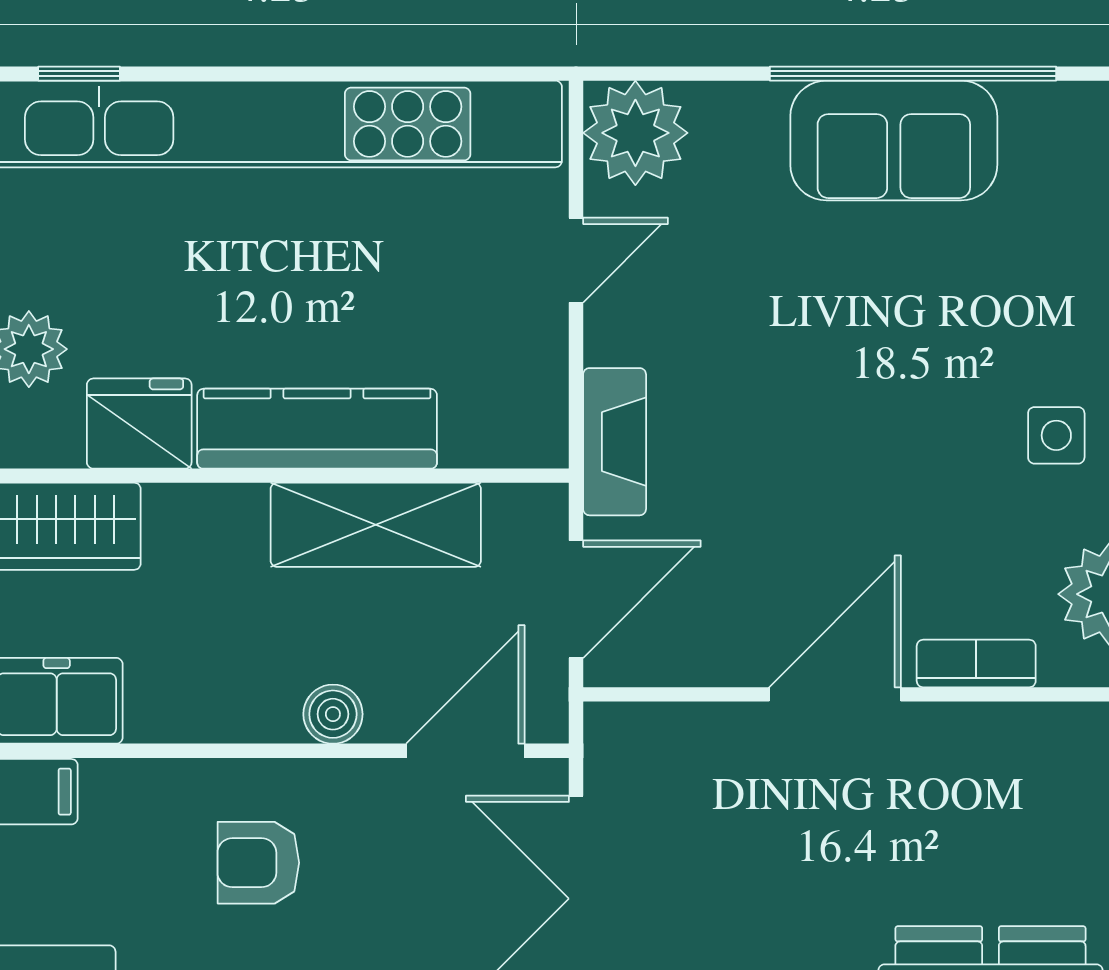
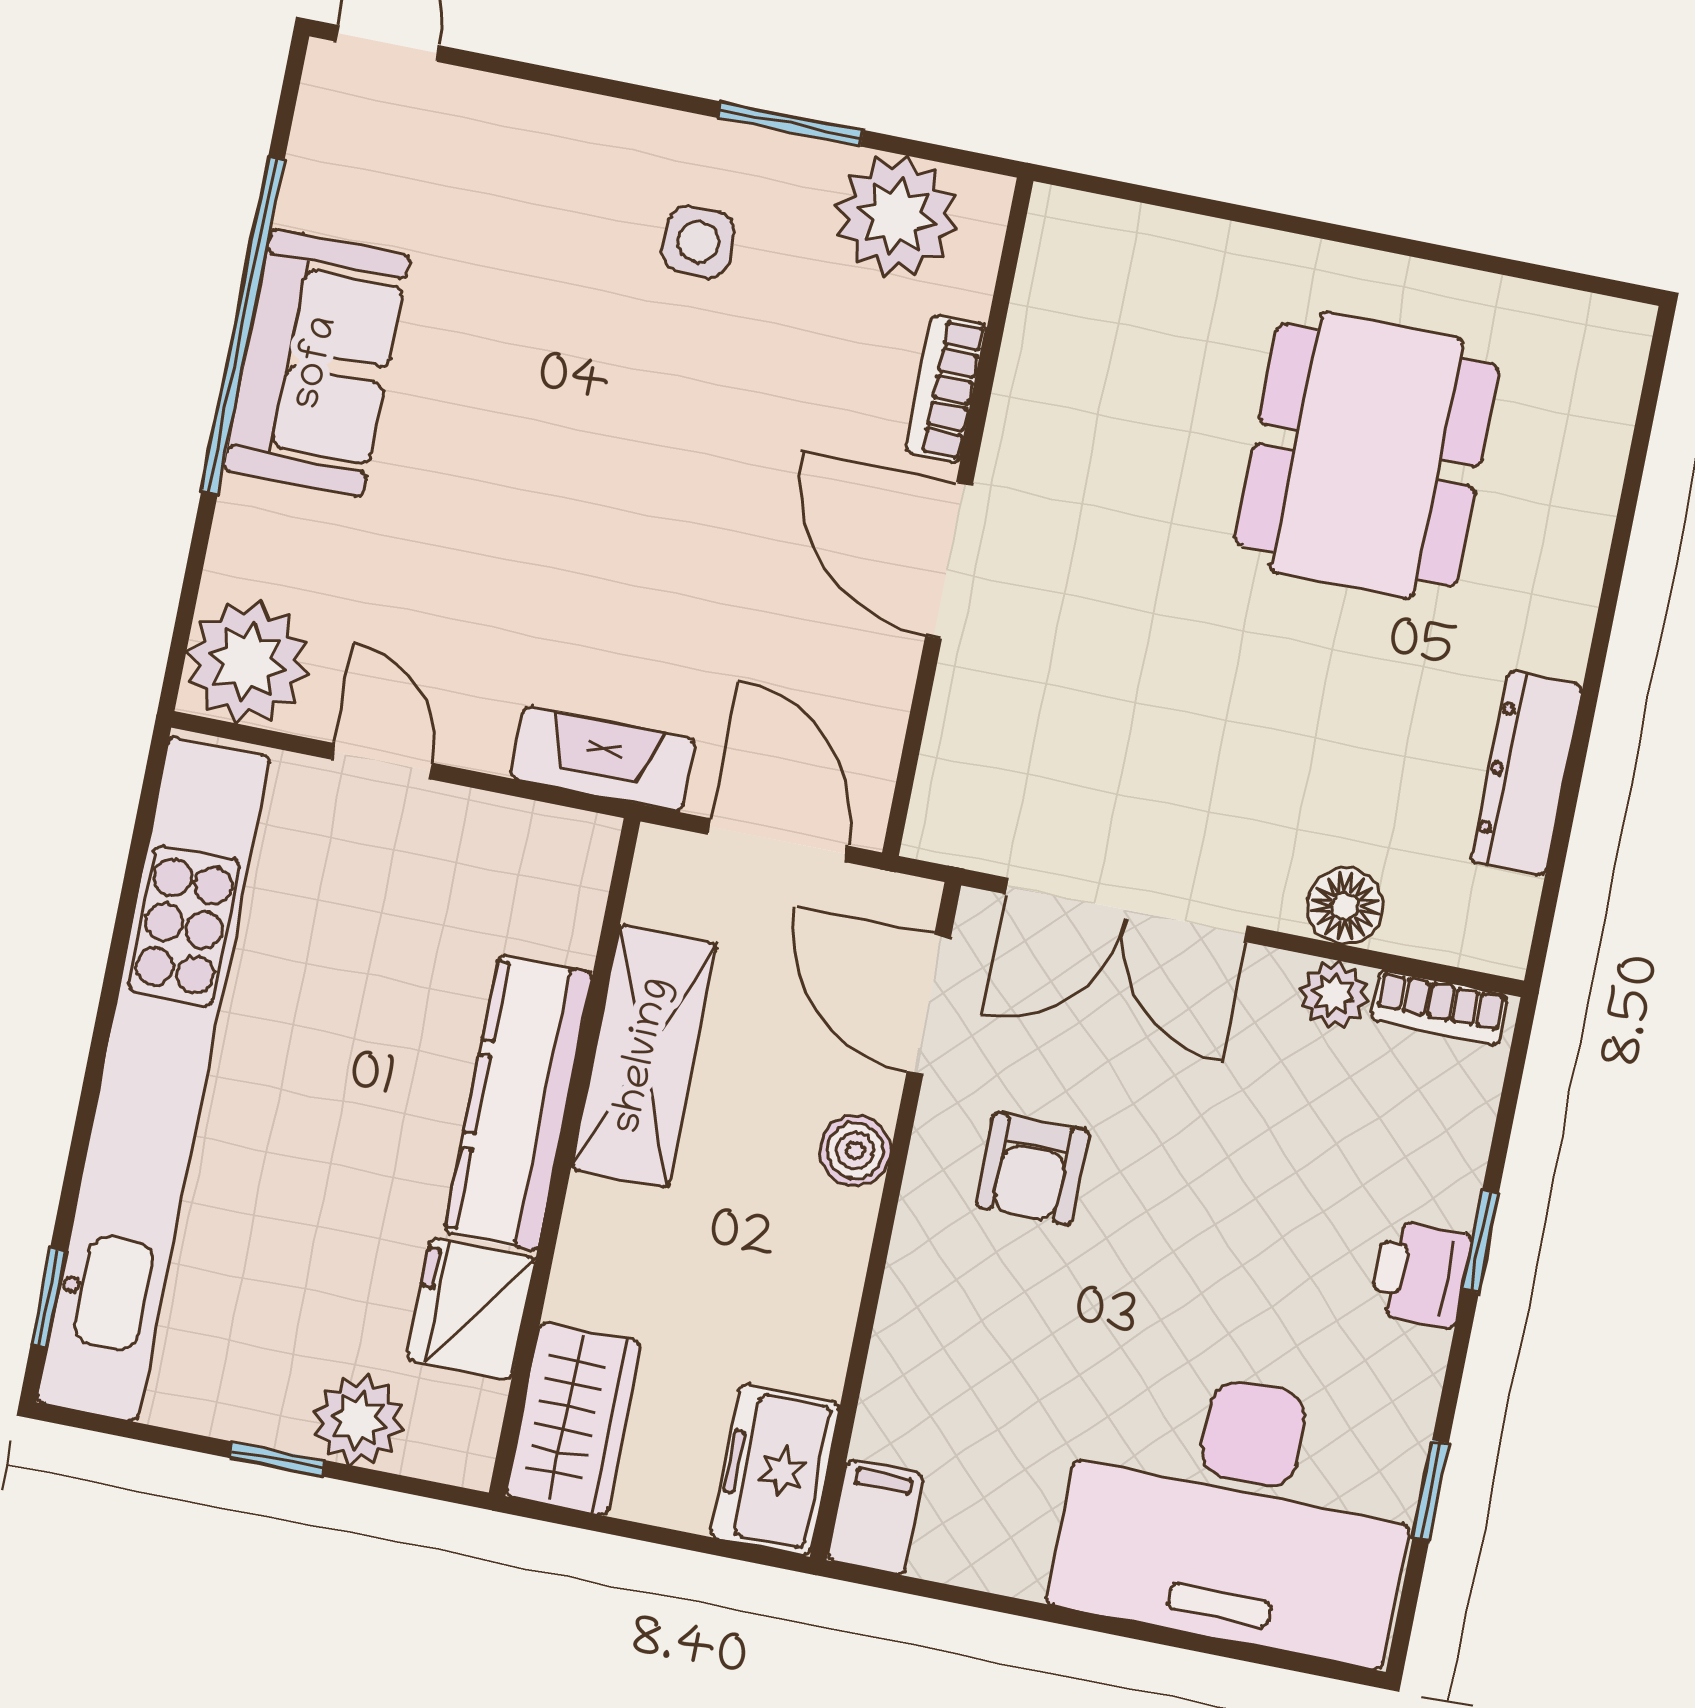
armchair: (258, 863) -> (1032, 1169), moved

